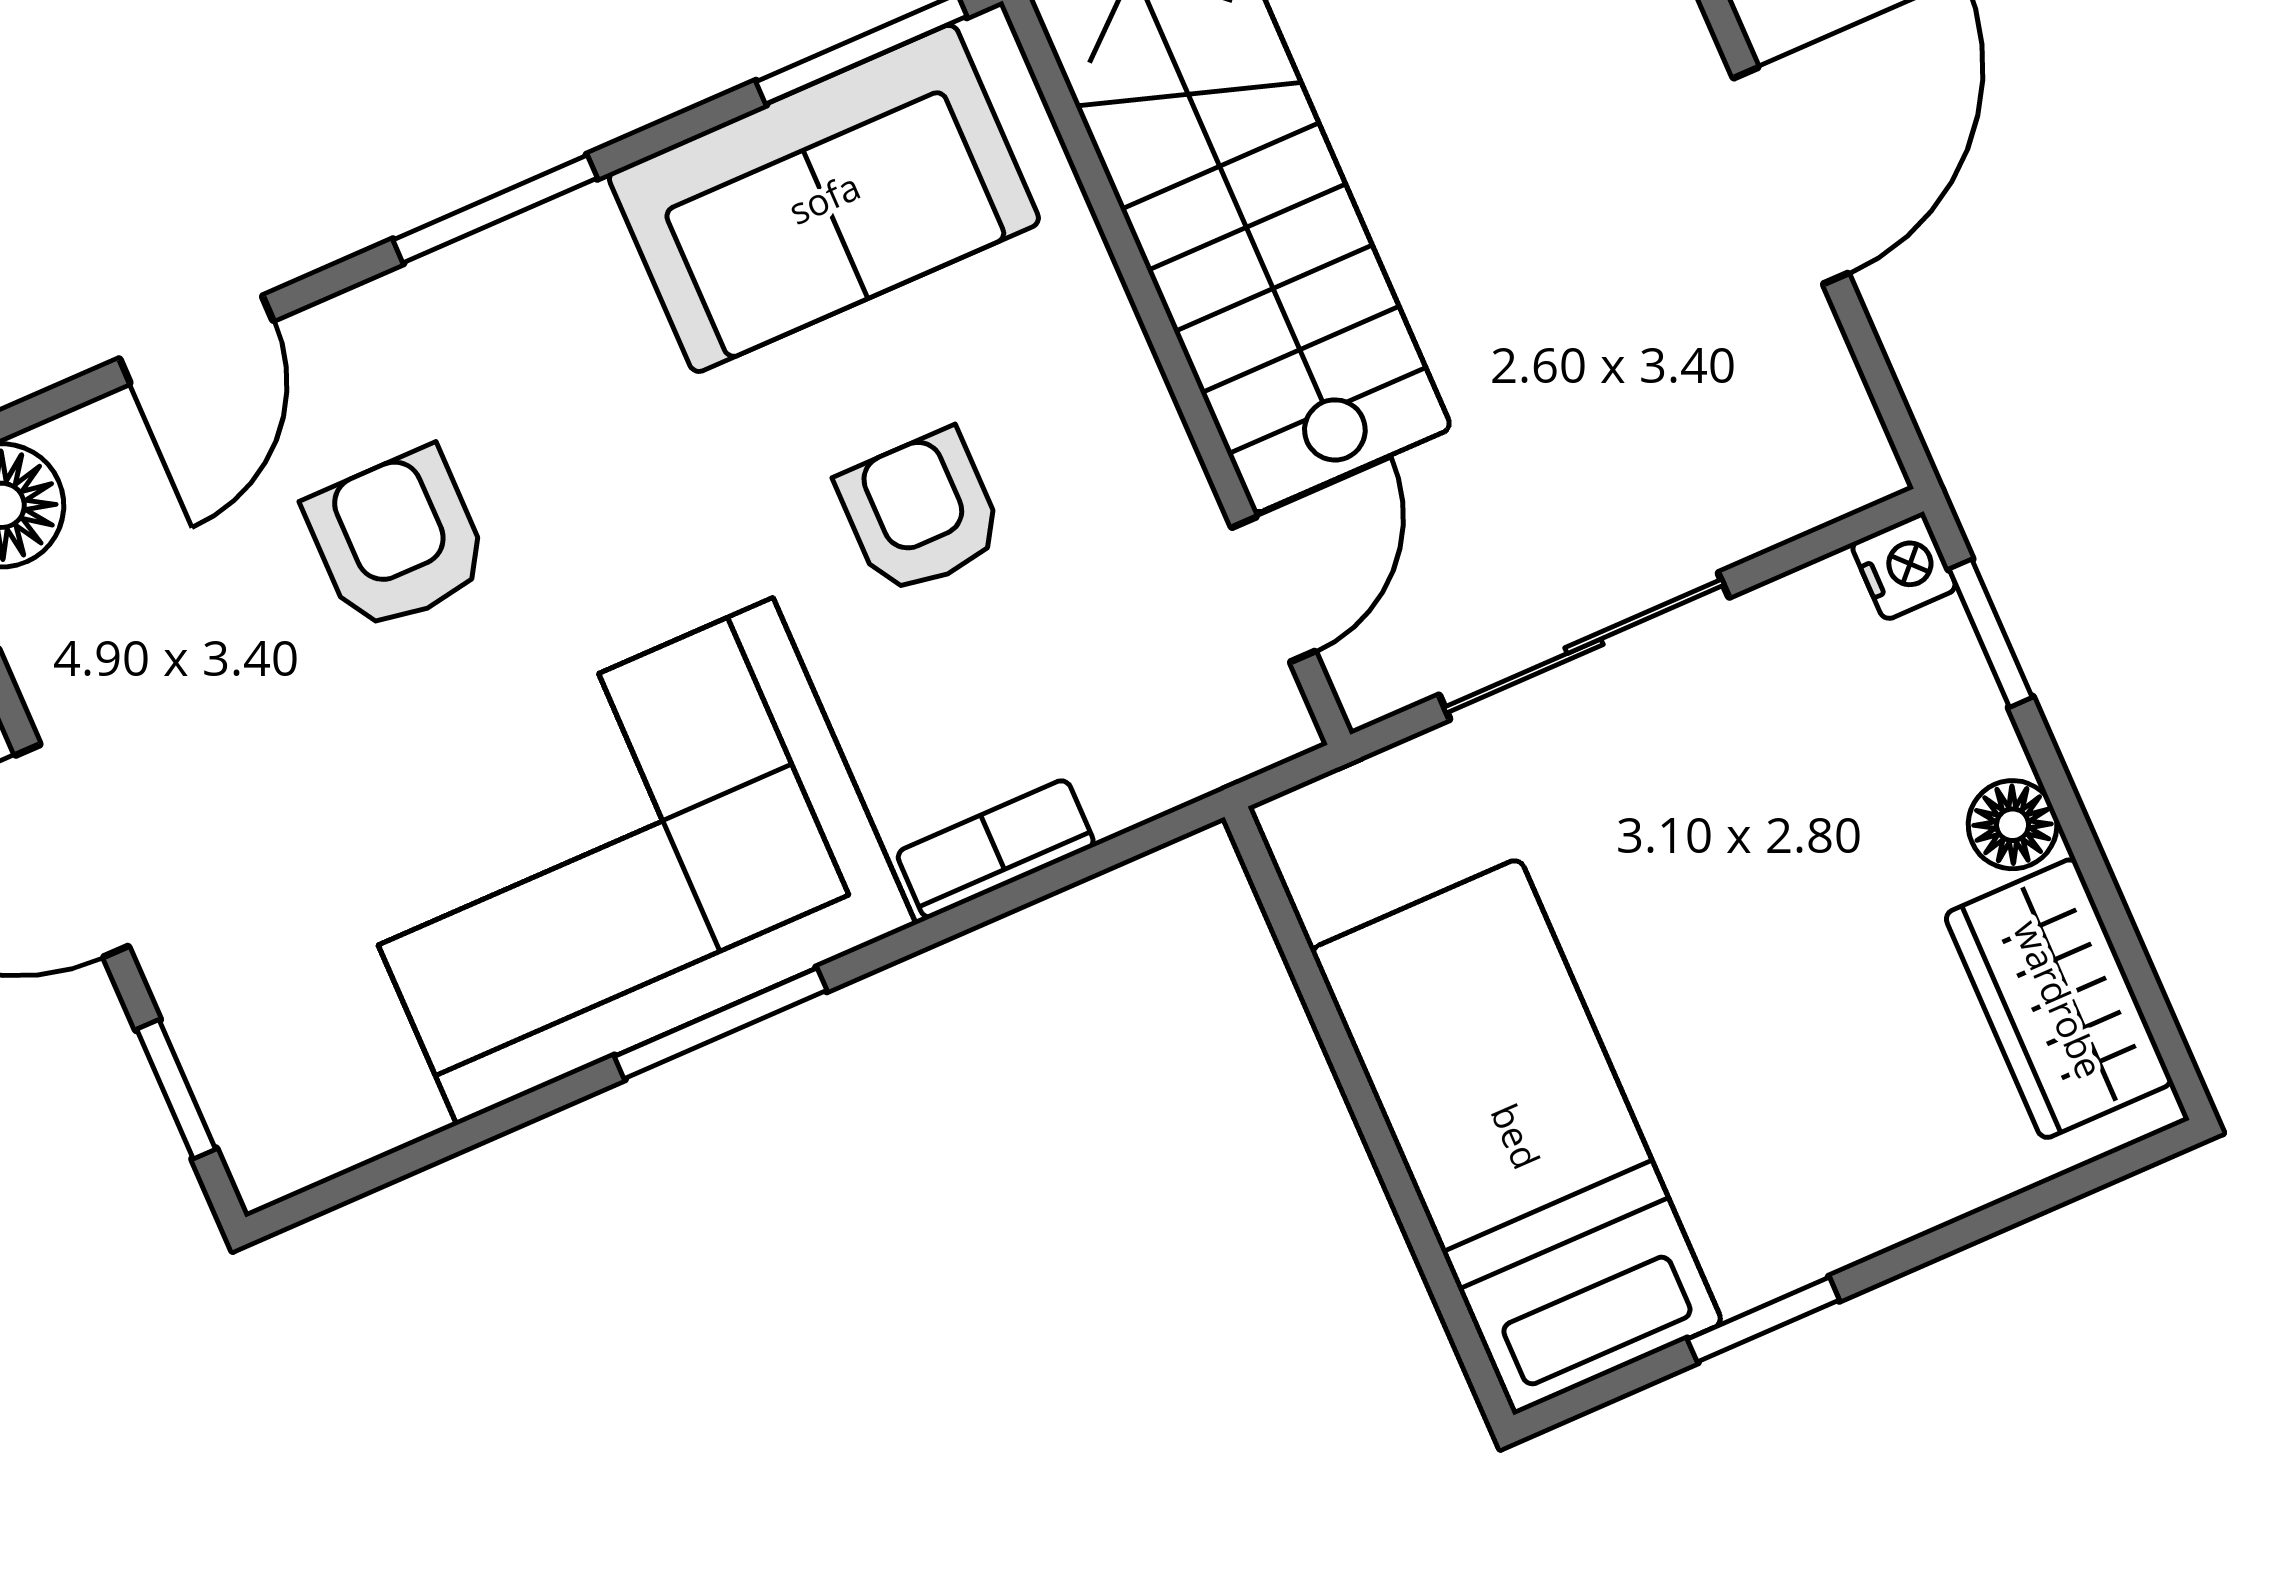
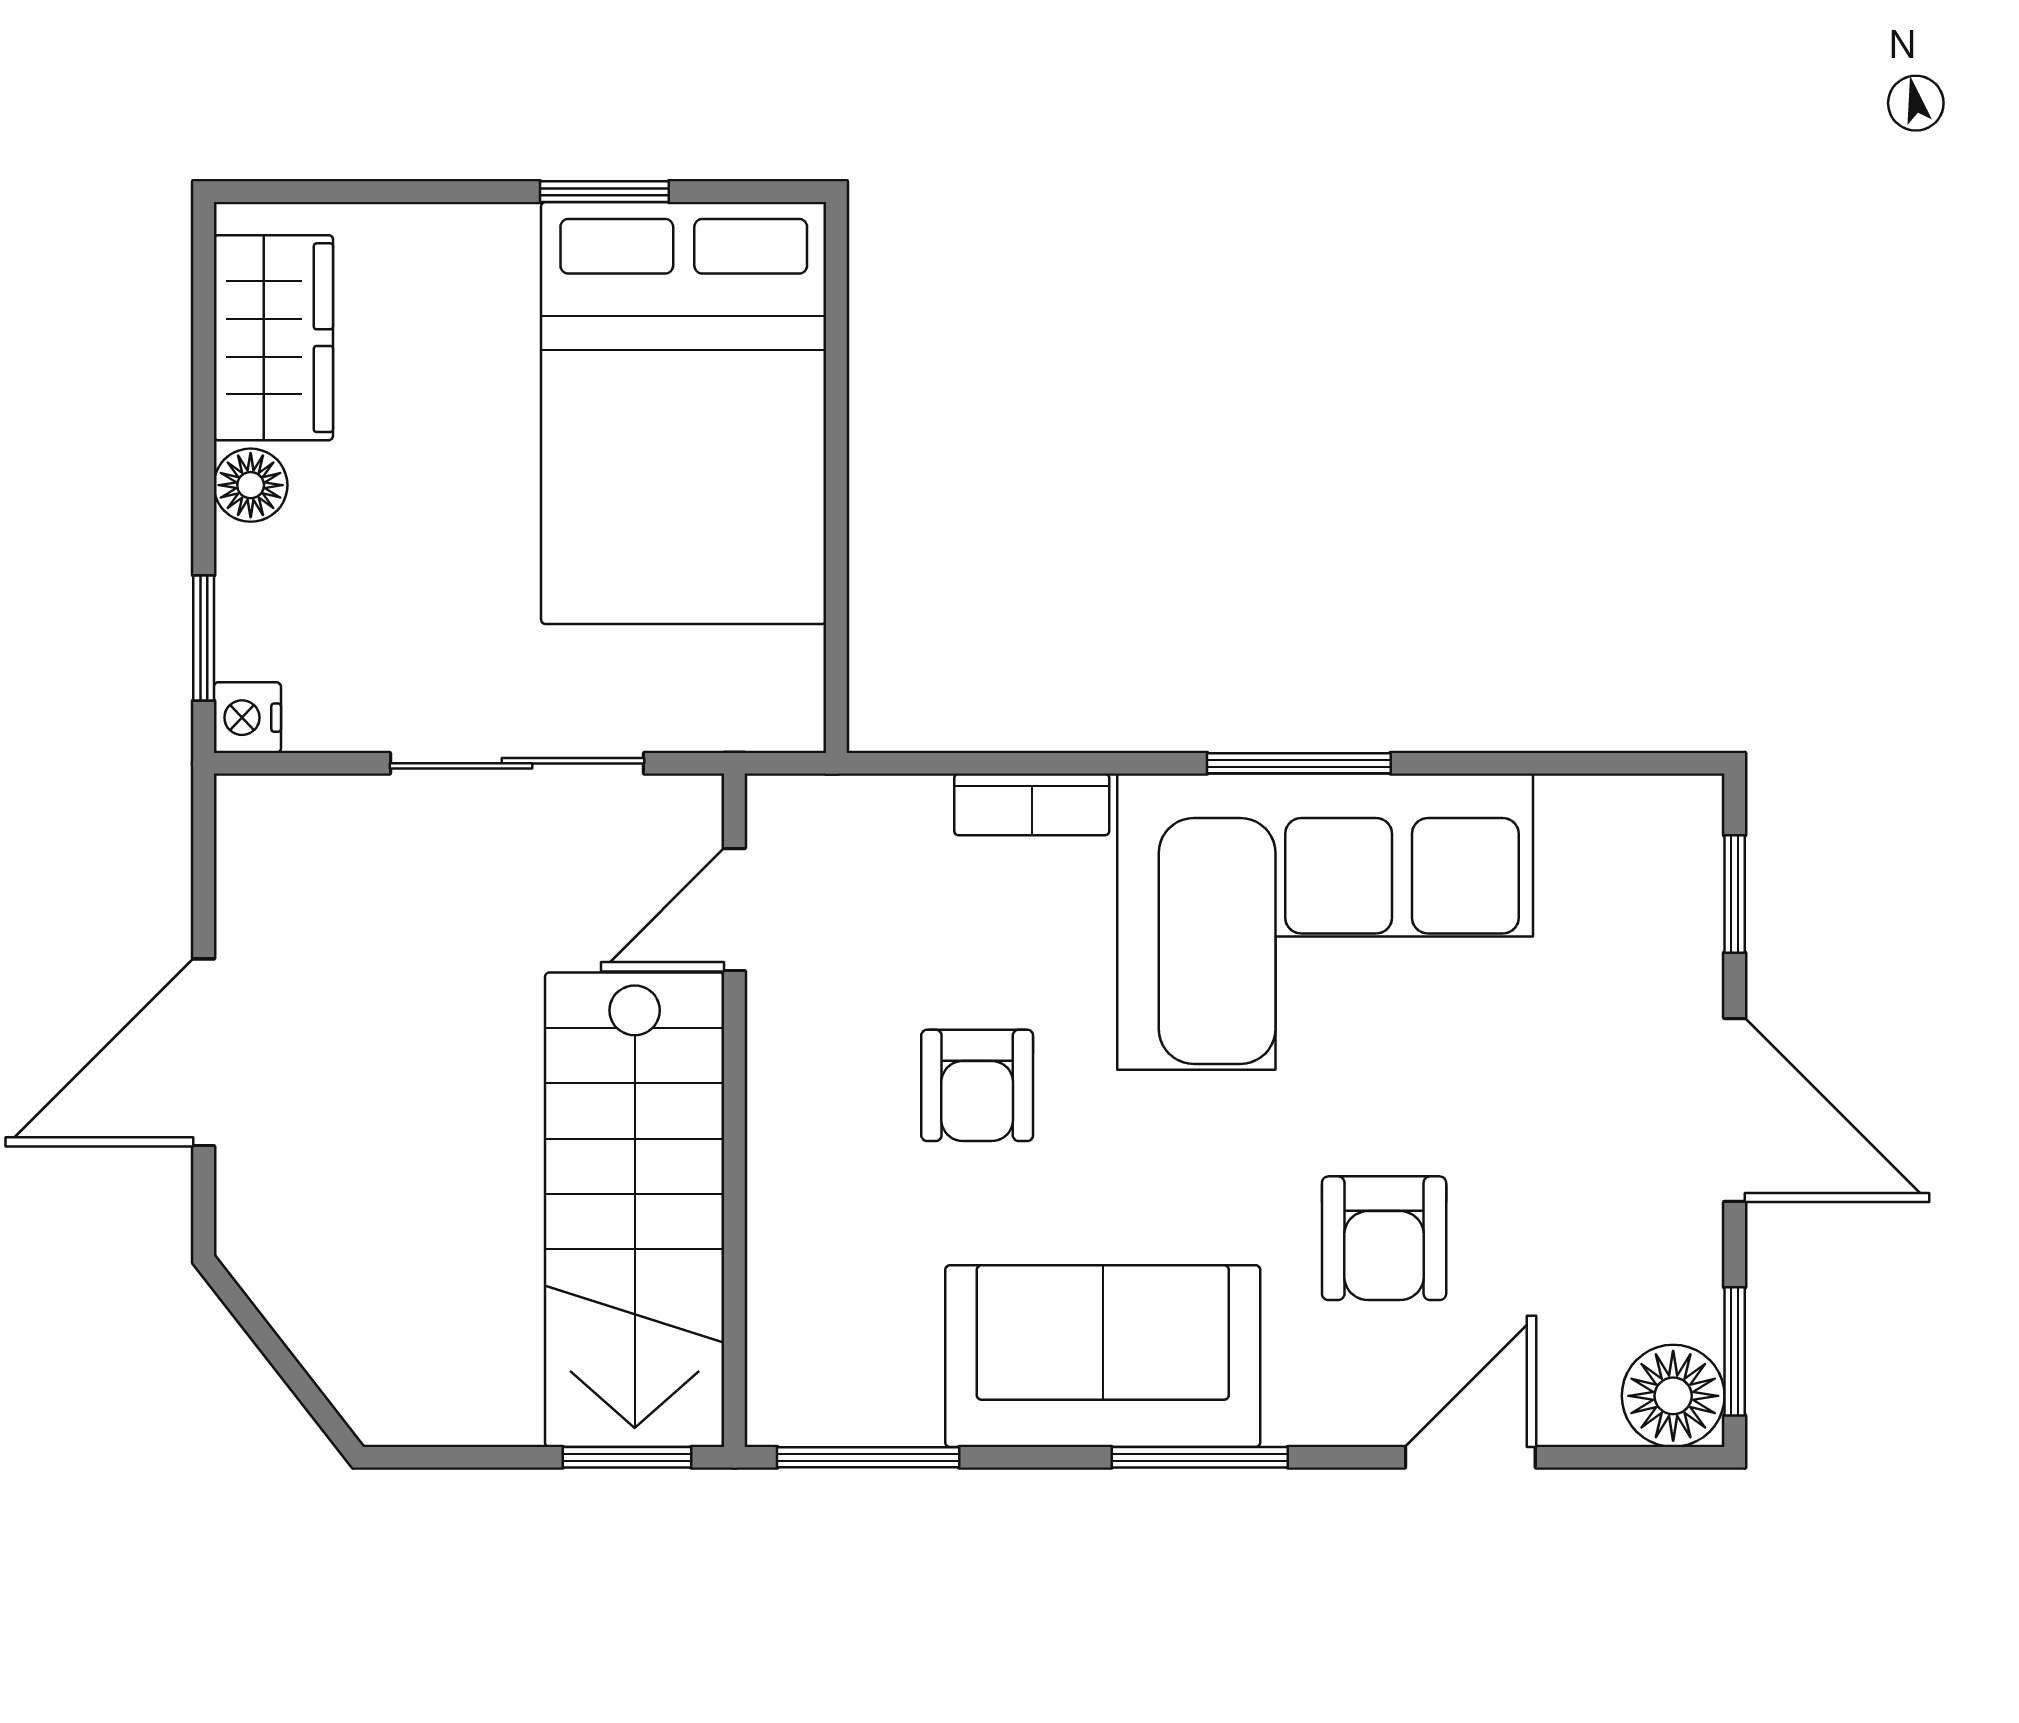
sofa: (824, 198) -> (1103, 1356), moved
bed: (1516, 1136) -> (684, 413), width x1.50

